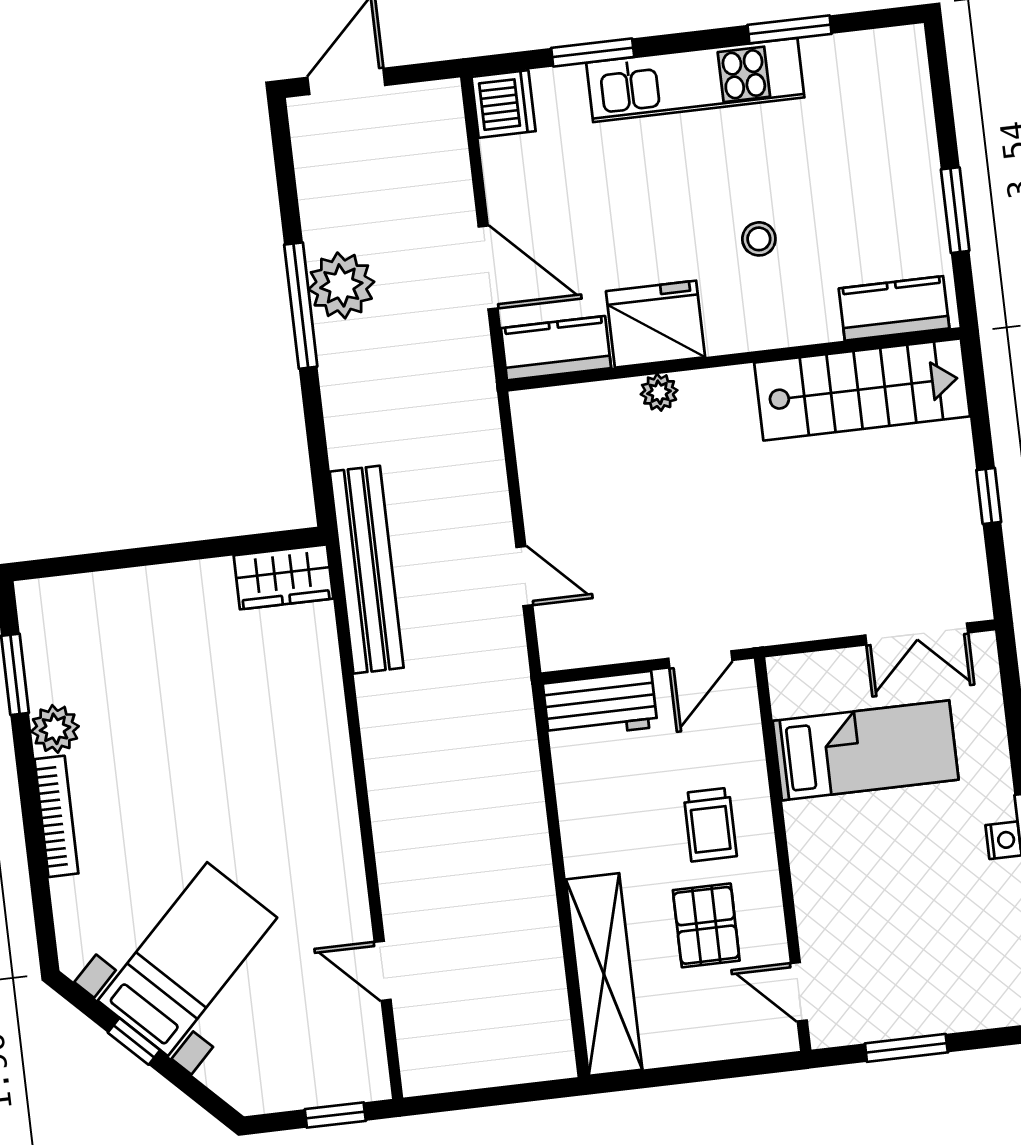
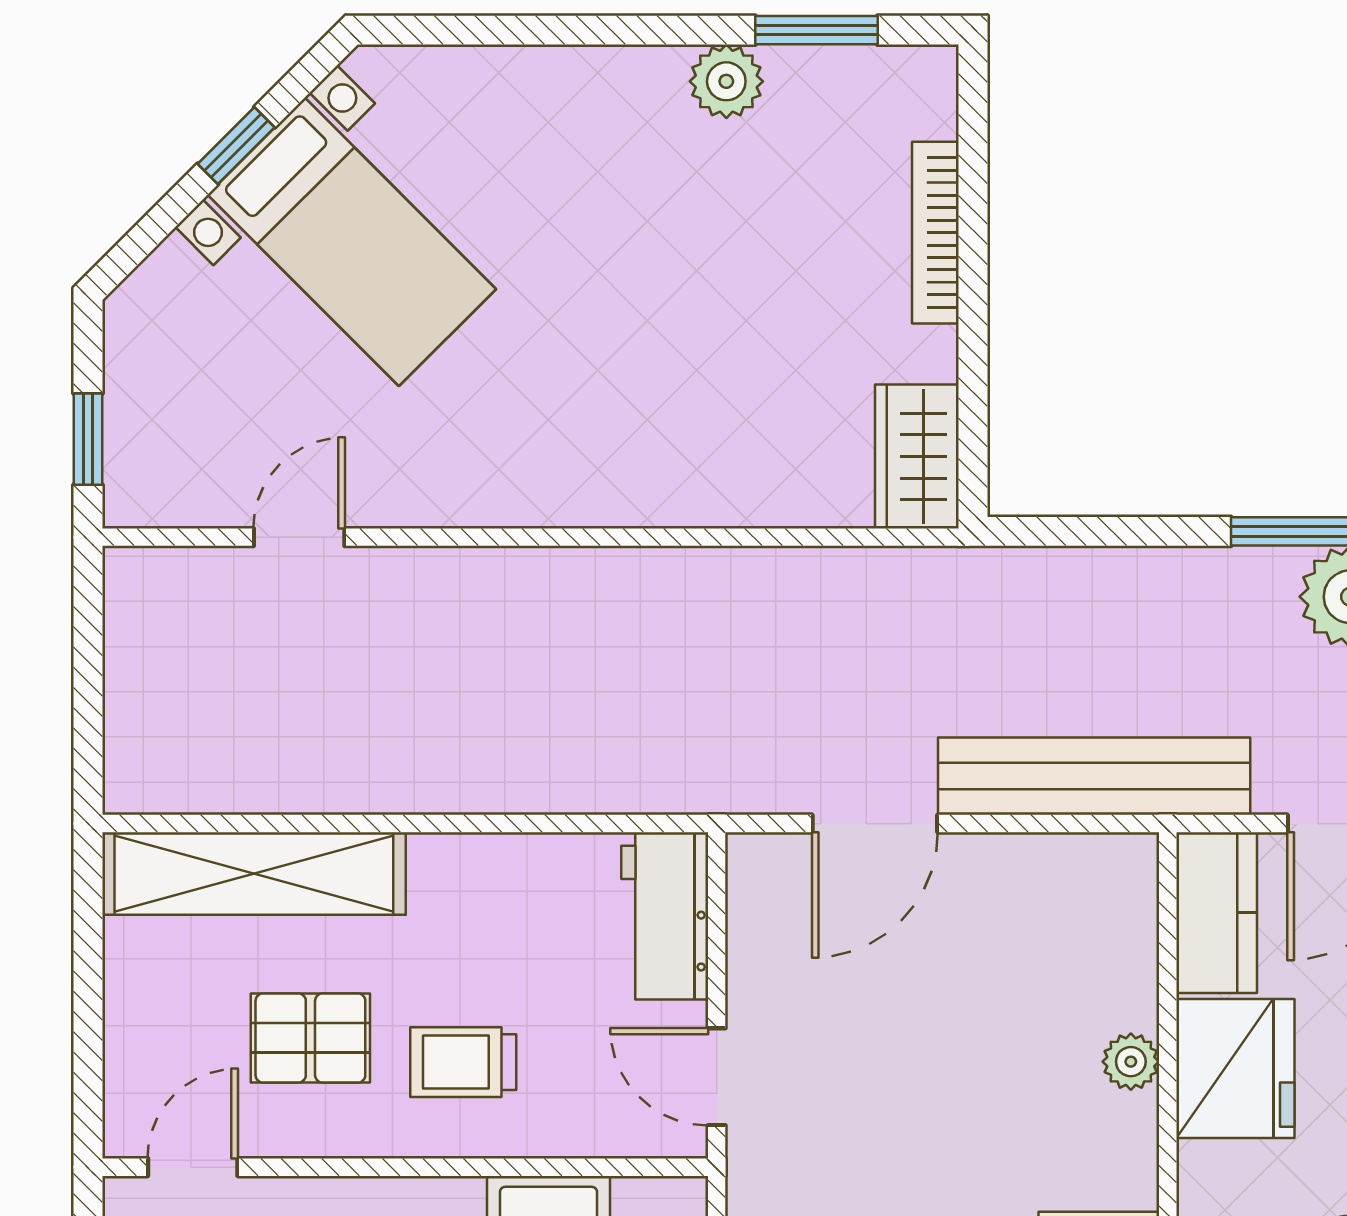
bench: (367, 570) -> (1094, 776), moved
door: (524, 576) -> (875, 824), width x1.38
bookcase: (56, 816) -> (935, 233), moved, turned 90

